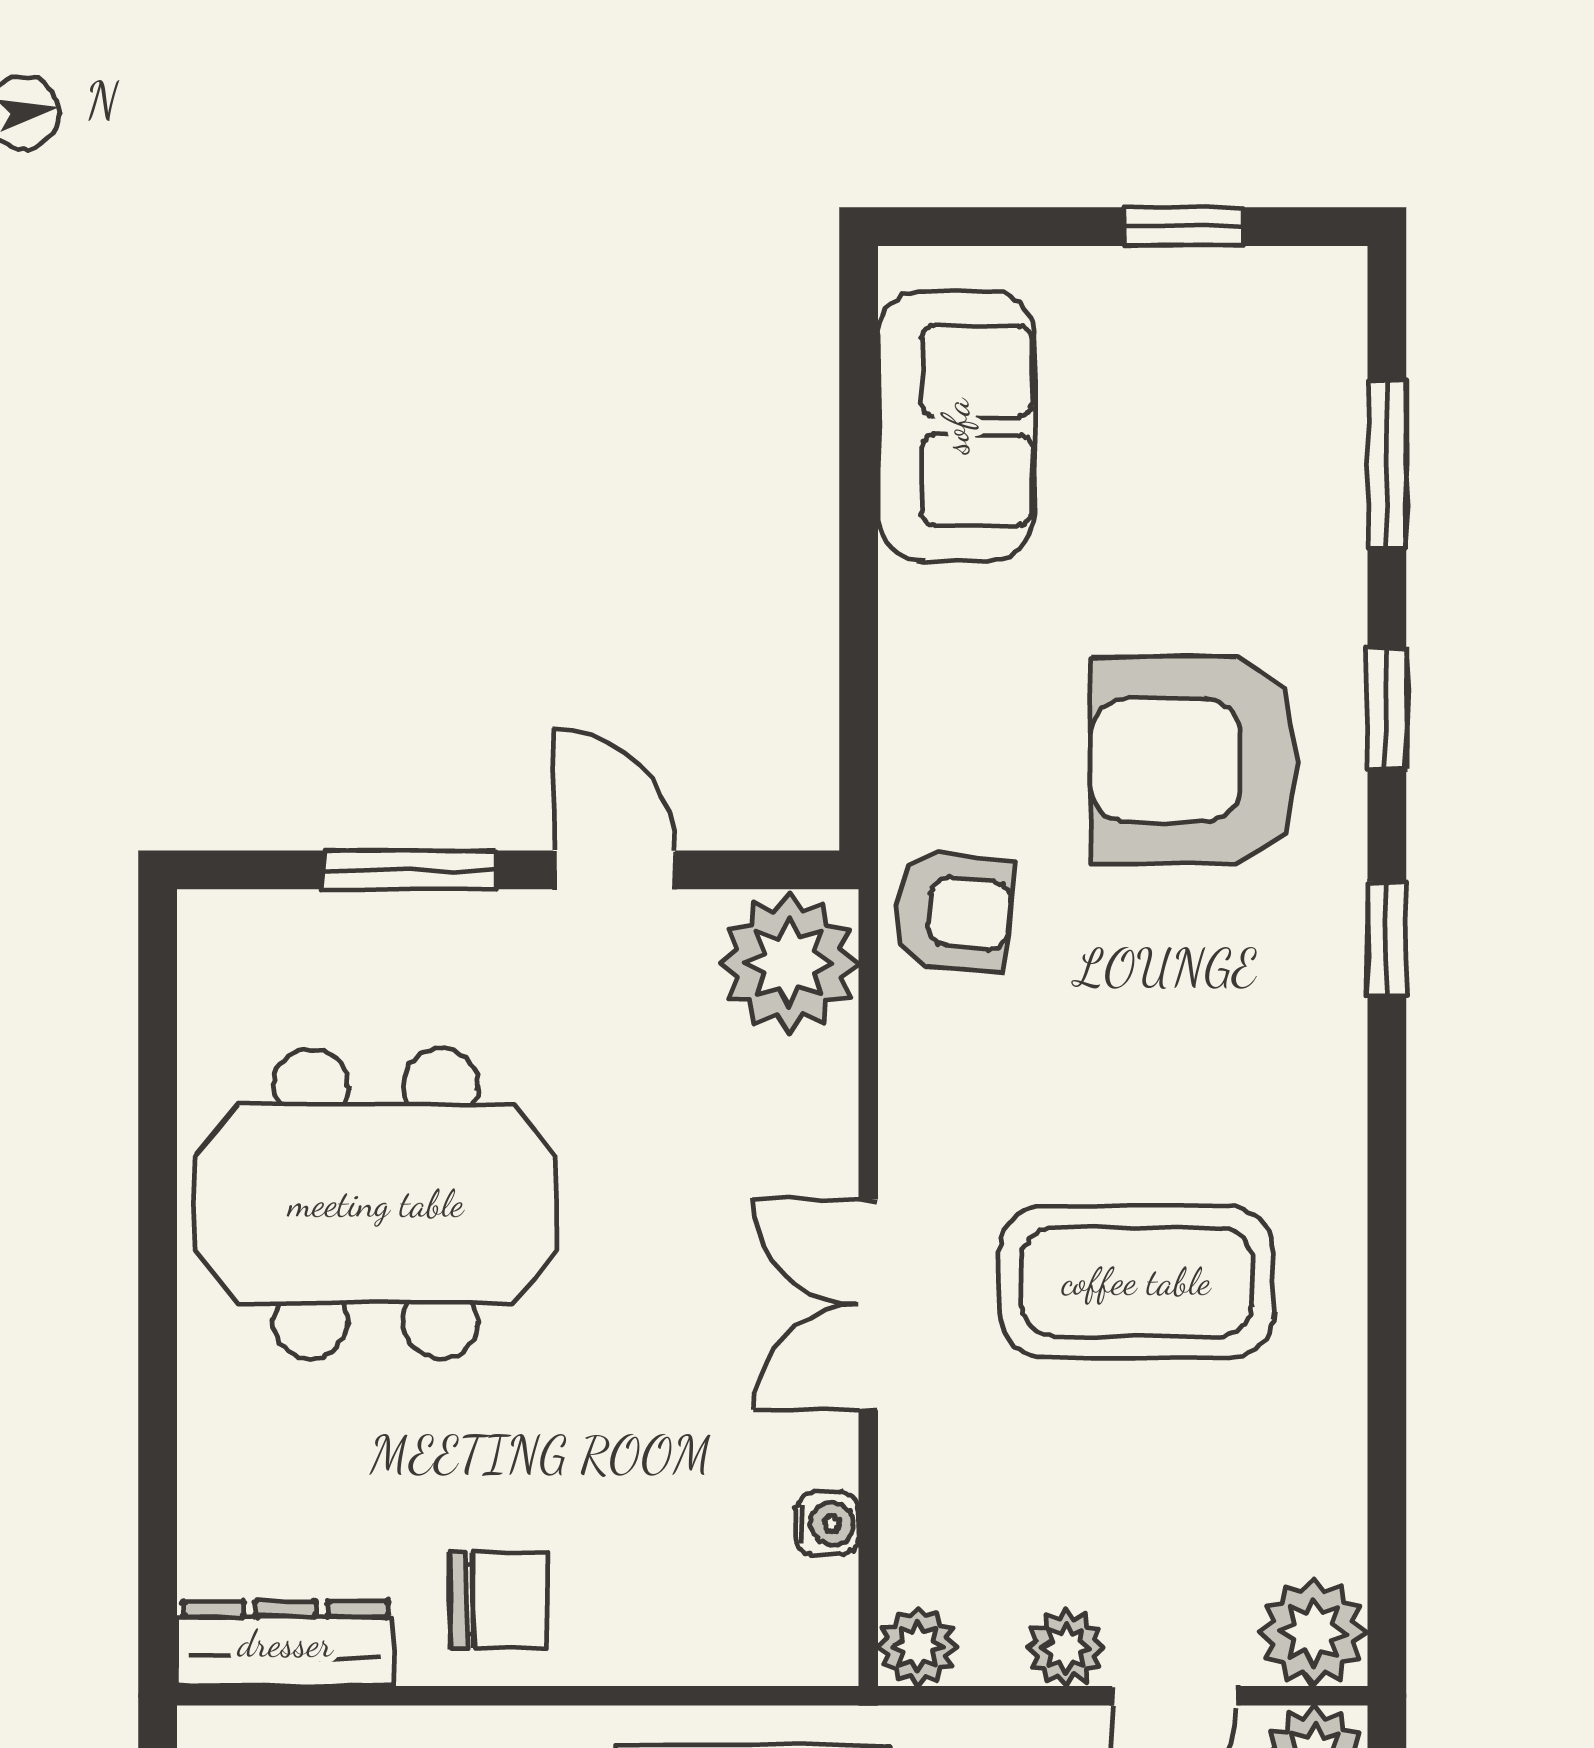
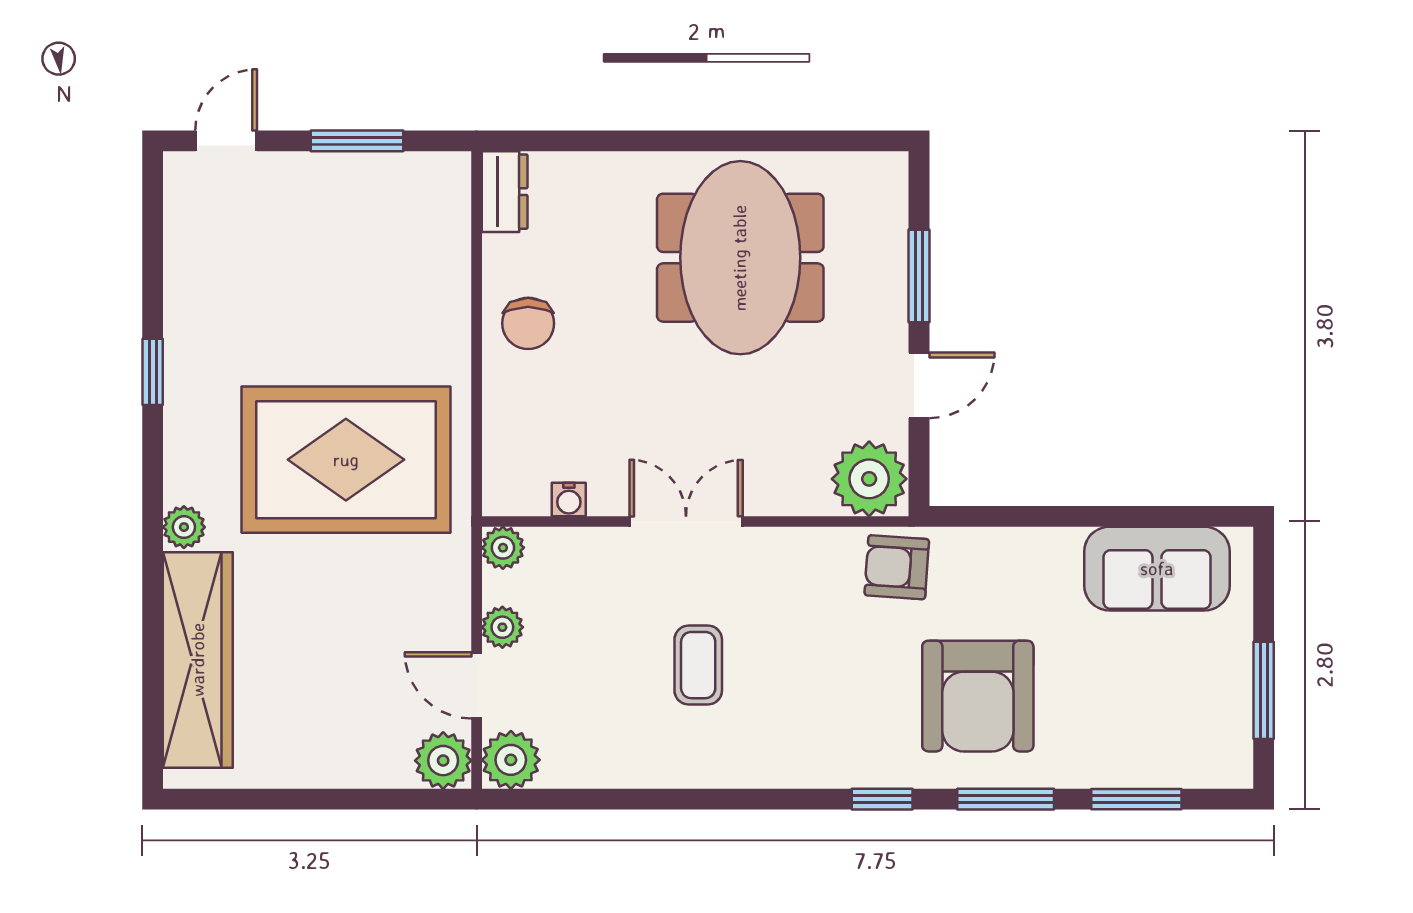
window: (1184, 227) -> (1264, 690), width x1.50
window: (1387, 708) -> (1006, 799), width x1.50
armchair: (1194, 760) -> (978, 696), turned 180
armchair: (954, 911) -> (897, 567), turned 88
coffee table: (1136, 1282) -> (698, 665), width x0.54, depth x0.58
dresser: (285, 1644) -> (505, 192), width x0.70

